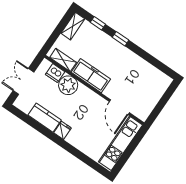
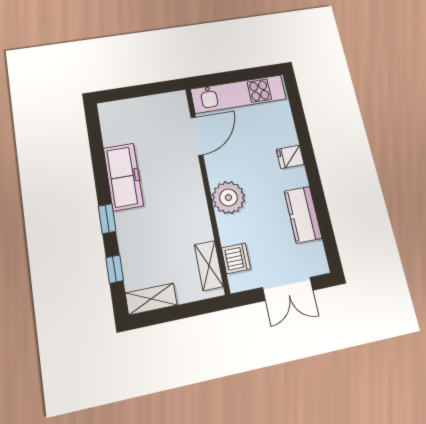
freezer: (91, 76) -> (123, 177), moved, turned 180
plant: (68, 85) -> (228, 198), moved
fridge: (63, 130) -> (290, 157), moved

